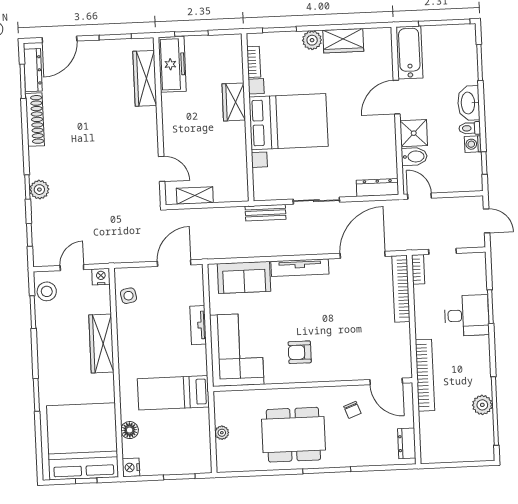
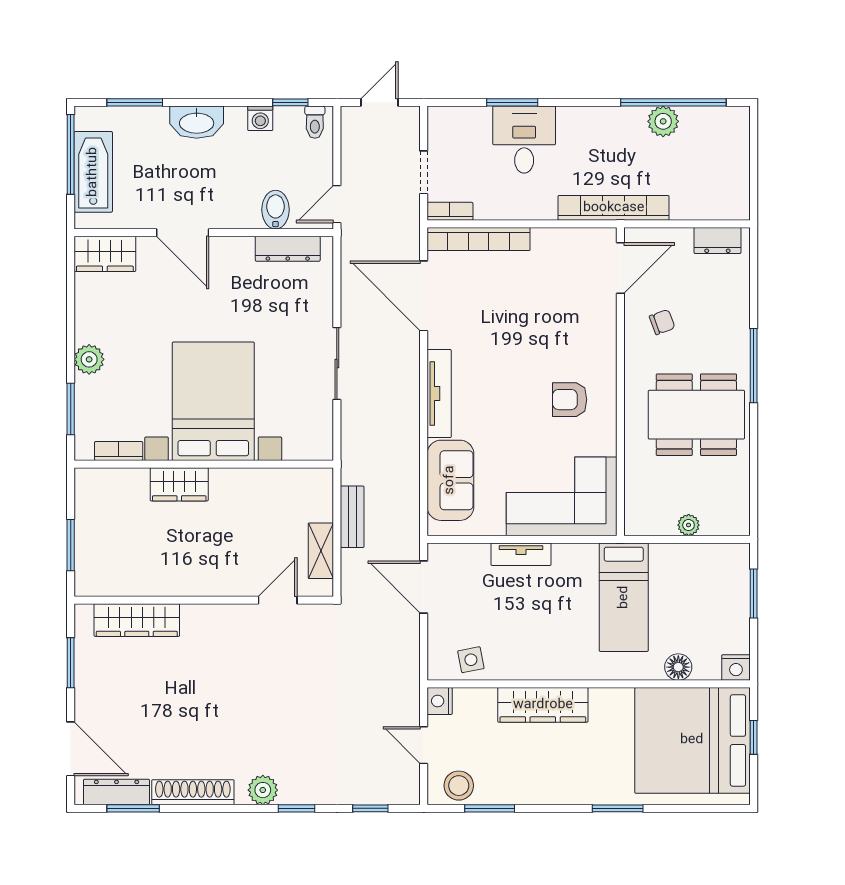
wardrobe: (343, 41) -> (105, 254), moved, turned 90
bathtub: (409, 52) -> (93, 172), moved, turned 90
freezer: (172, 64) -> (117, 577), removed
toilet: (470, 128) -> (315, 122), moved
shower: (414, 133) -> (239, 209), removed
dresser: (377, 188) -> (288, 249), moved, turned -90
plant: (39, 190) -> (263, 790), moved
bench: (265, 213) -> (352, 517), moved
armchair: (300, 352) -> (570, 400), turned 90
dining table: (293, 435) -> (696, 415), turned 90

